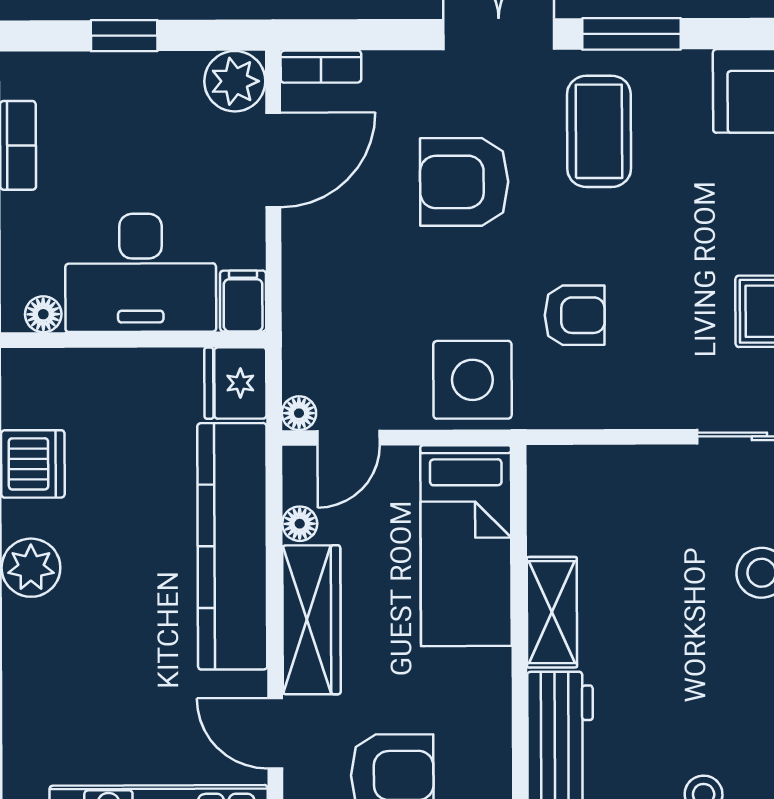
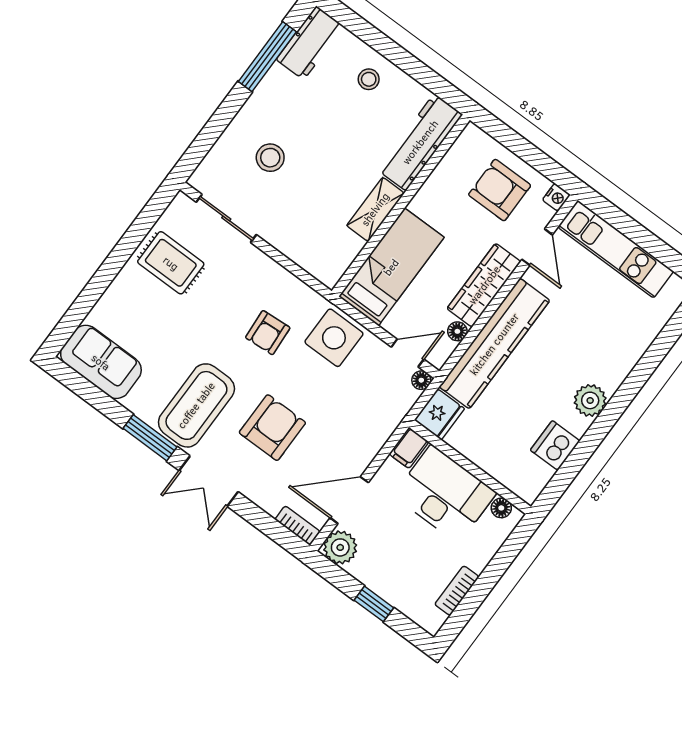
coffee table: (599, 131) -> (196, 405), width x1.36, depth x1.32
armchair: (464, 182) -> (272, 428), turned -90
armchair: (575, 315) -> (268, 333), turned -94

